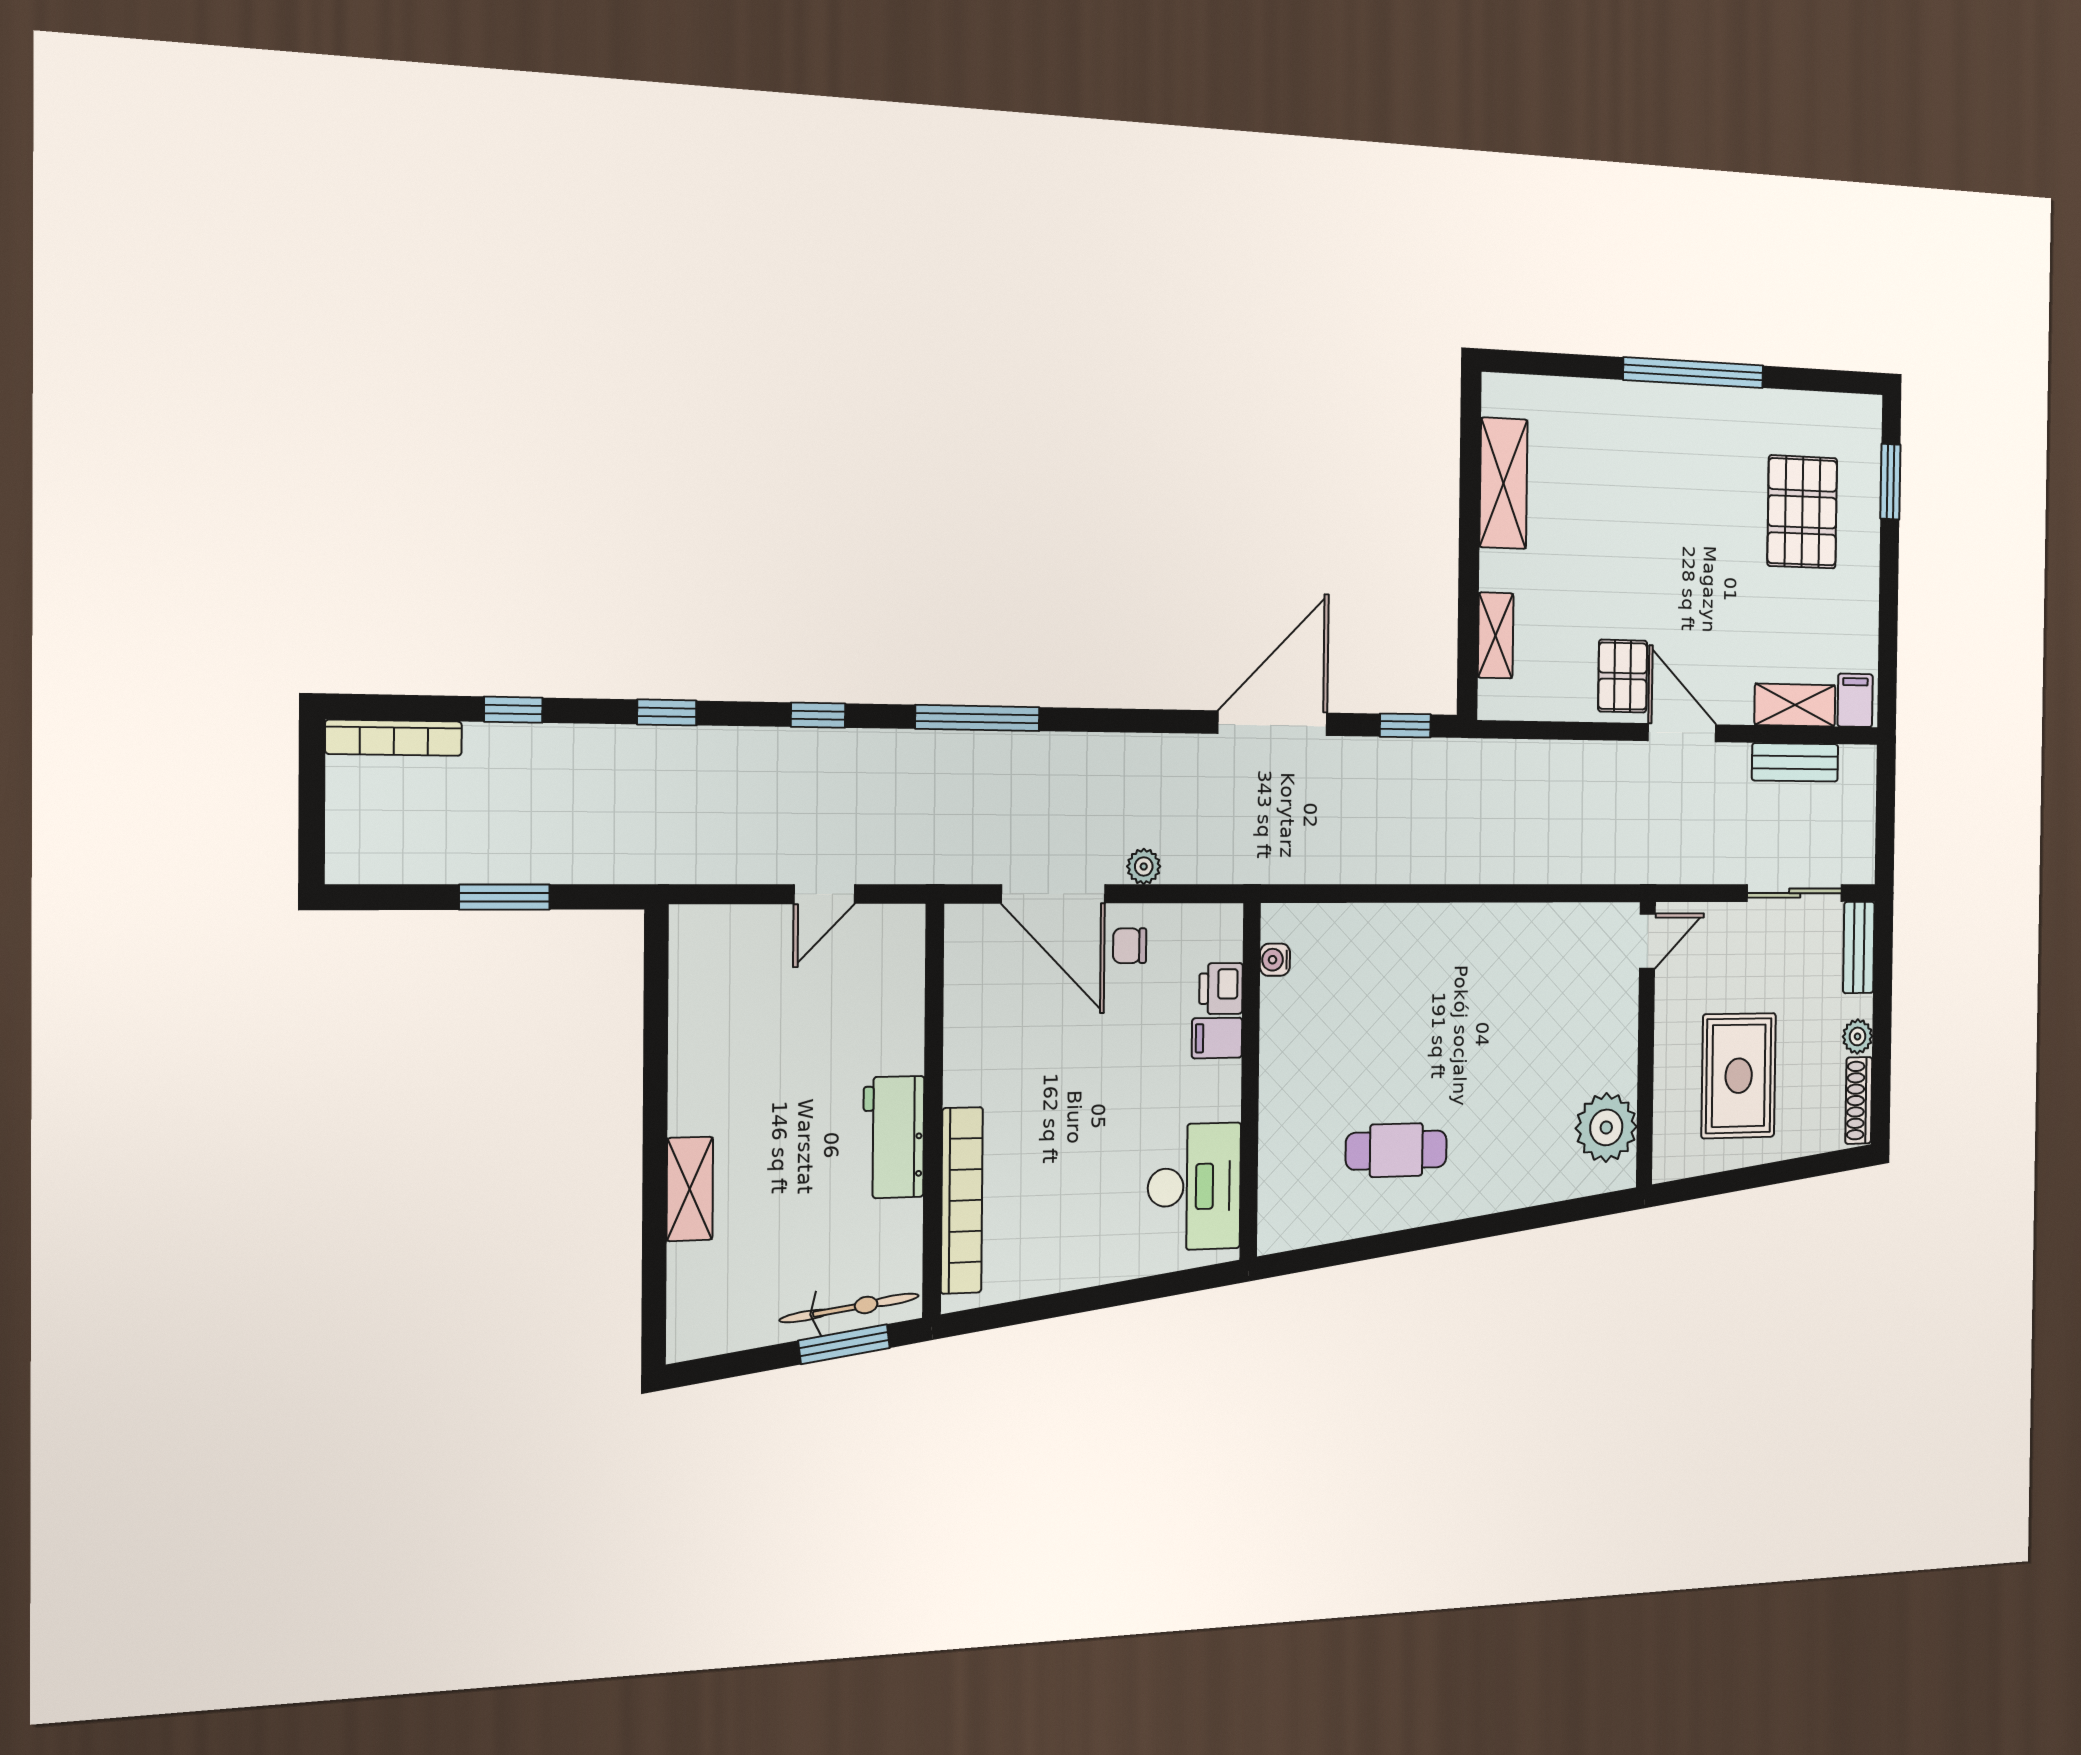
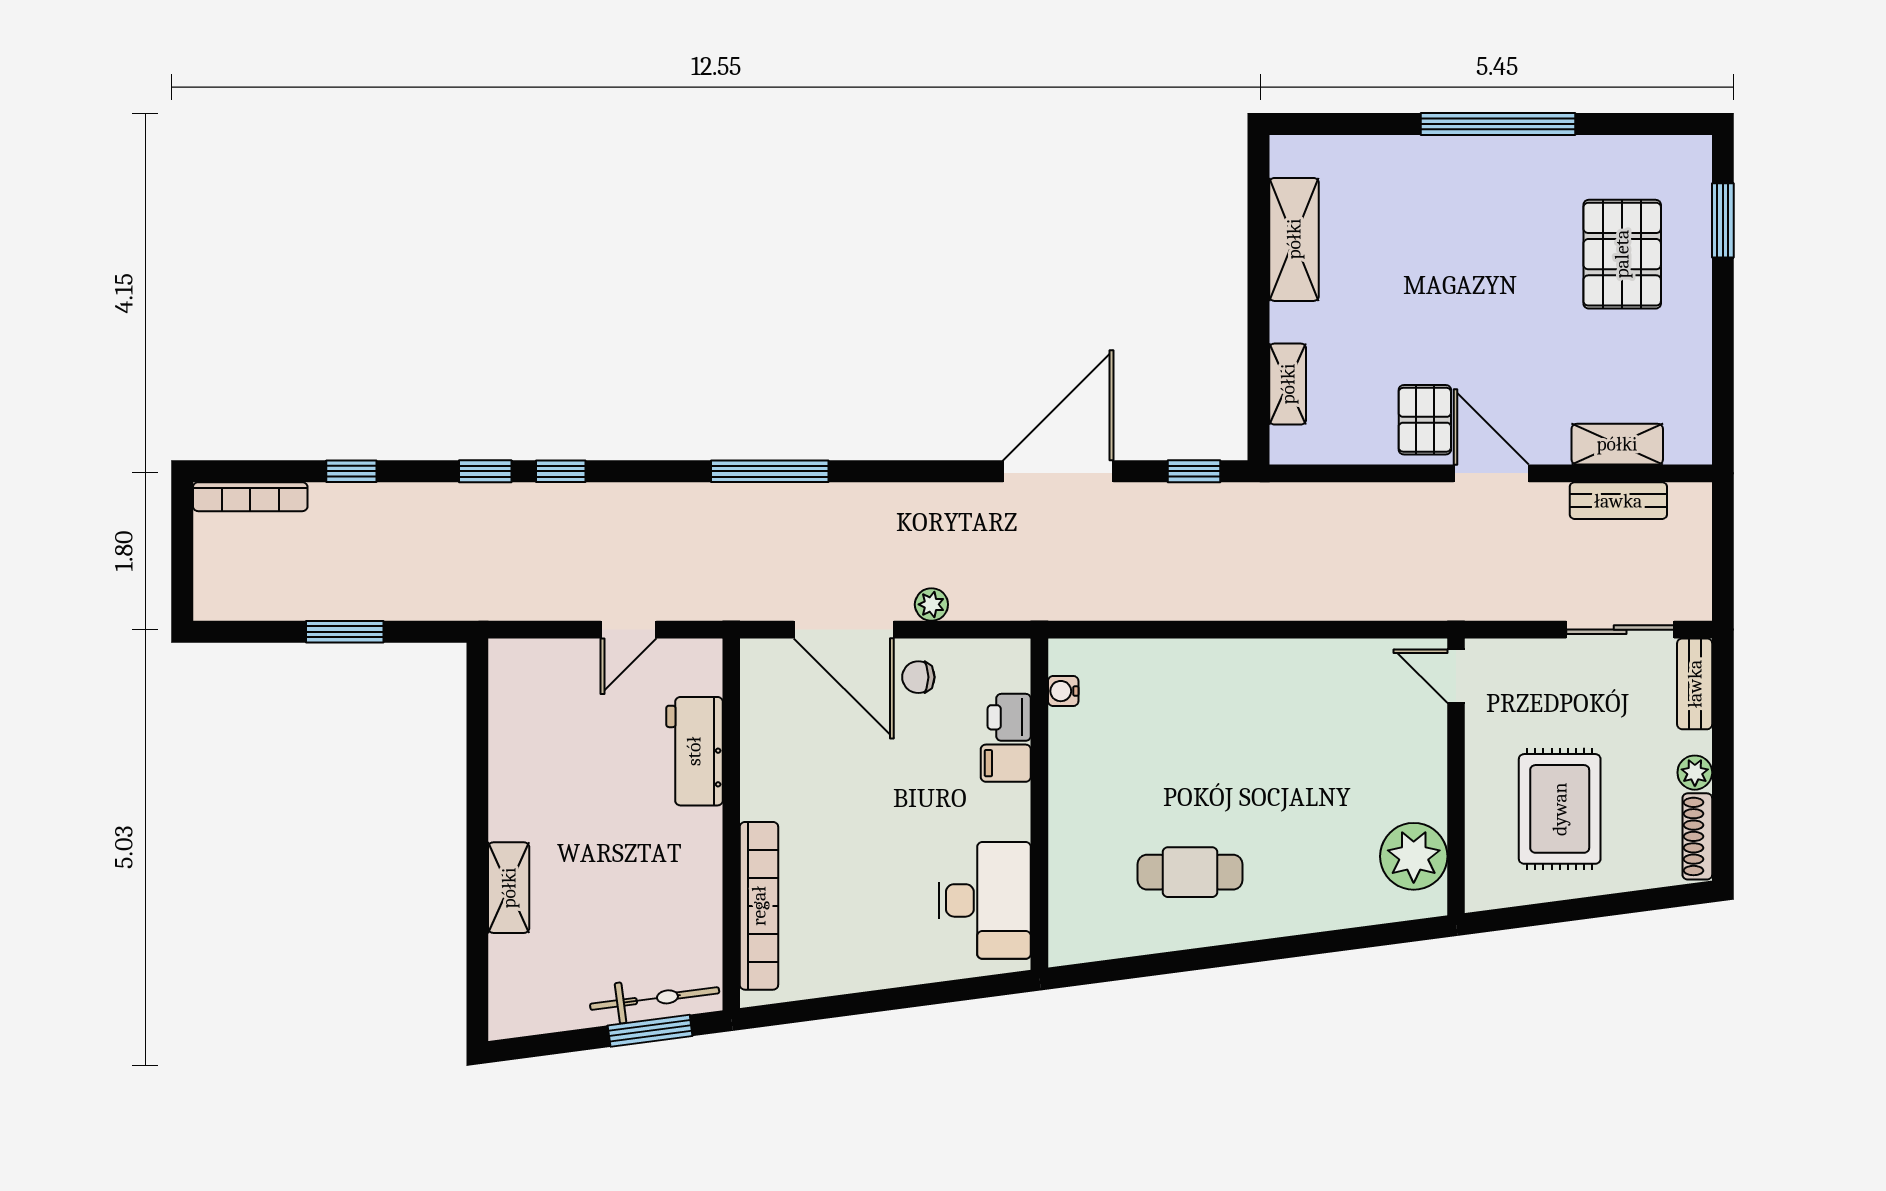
filing cabinet: (1855, 700) -> (1686, 438), removed
window: (818, 715) -> (561, 471), moved
door: (1647, 941) -> (1456, 676), swing flipped
workbench: (894, 1137) -> (694, 751), moved

